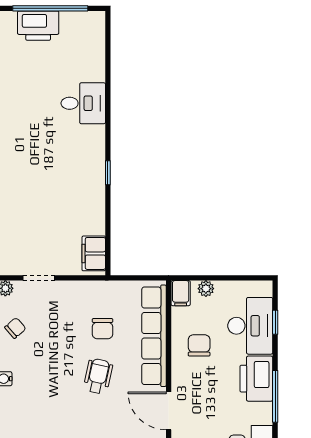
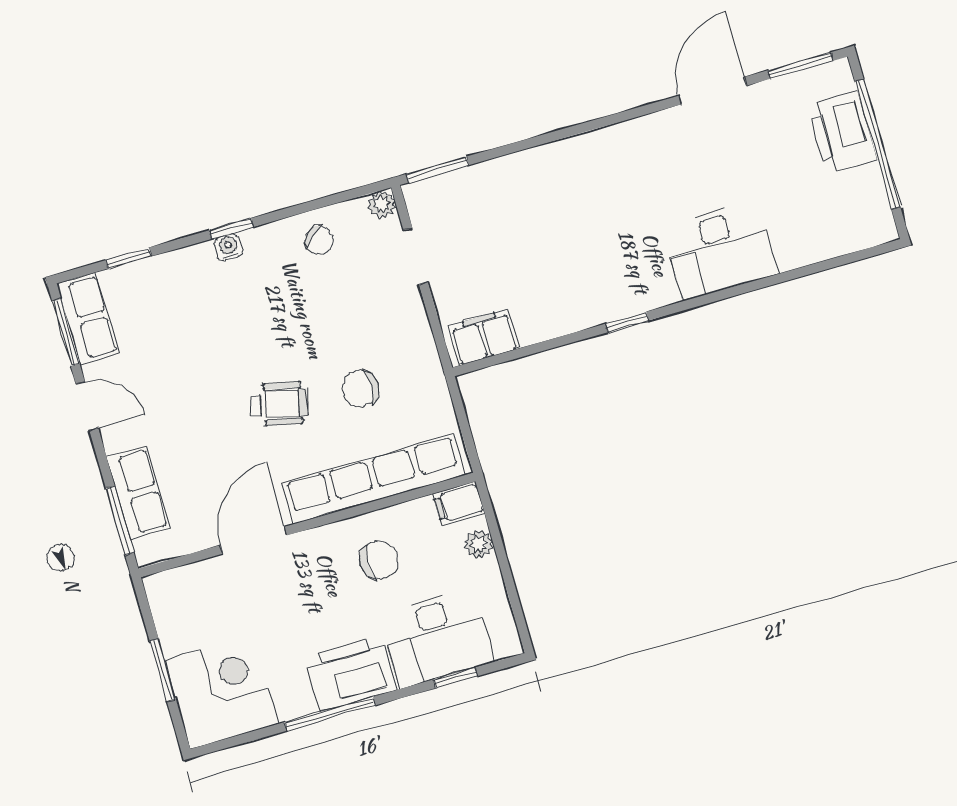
desk: (83, 103) -> (720, 250), width x1.37

